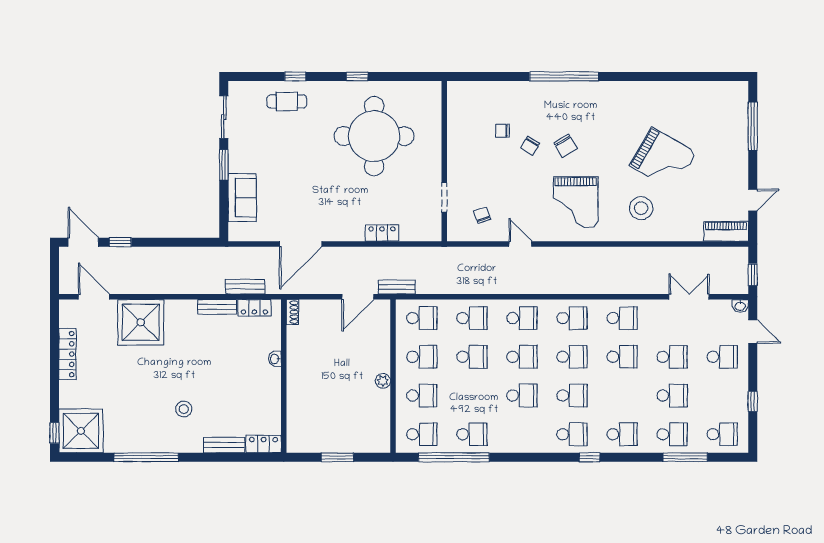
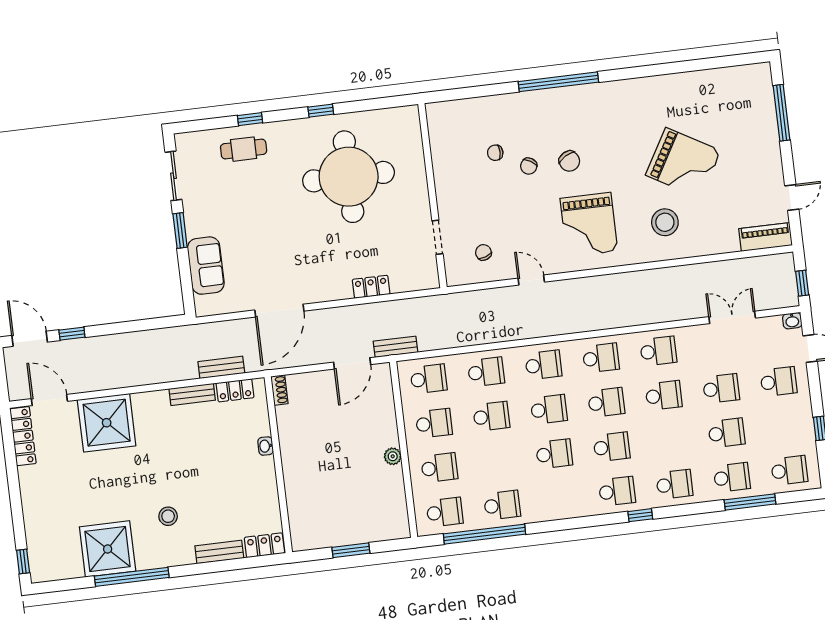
locker: (67, 354) -> (23, 436), moved
shower: (81, 431) -> (108, 549), moved

